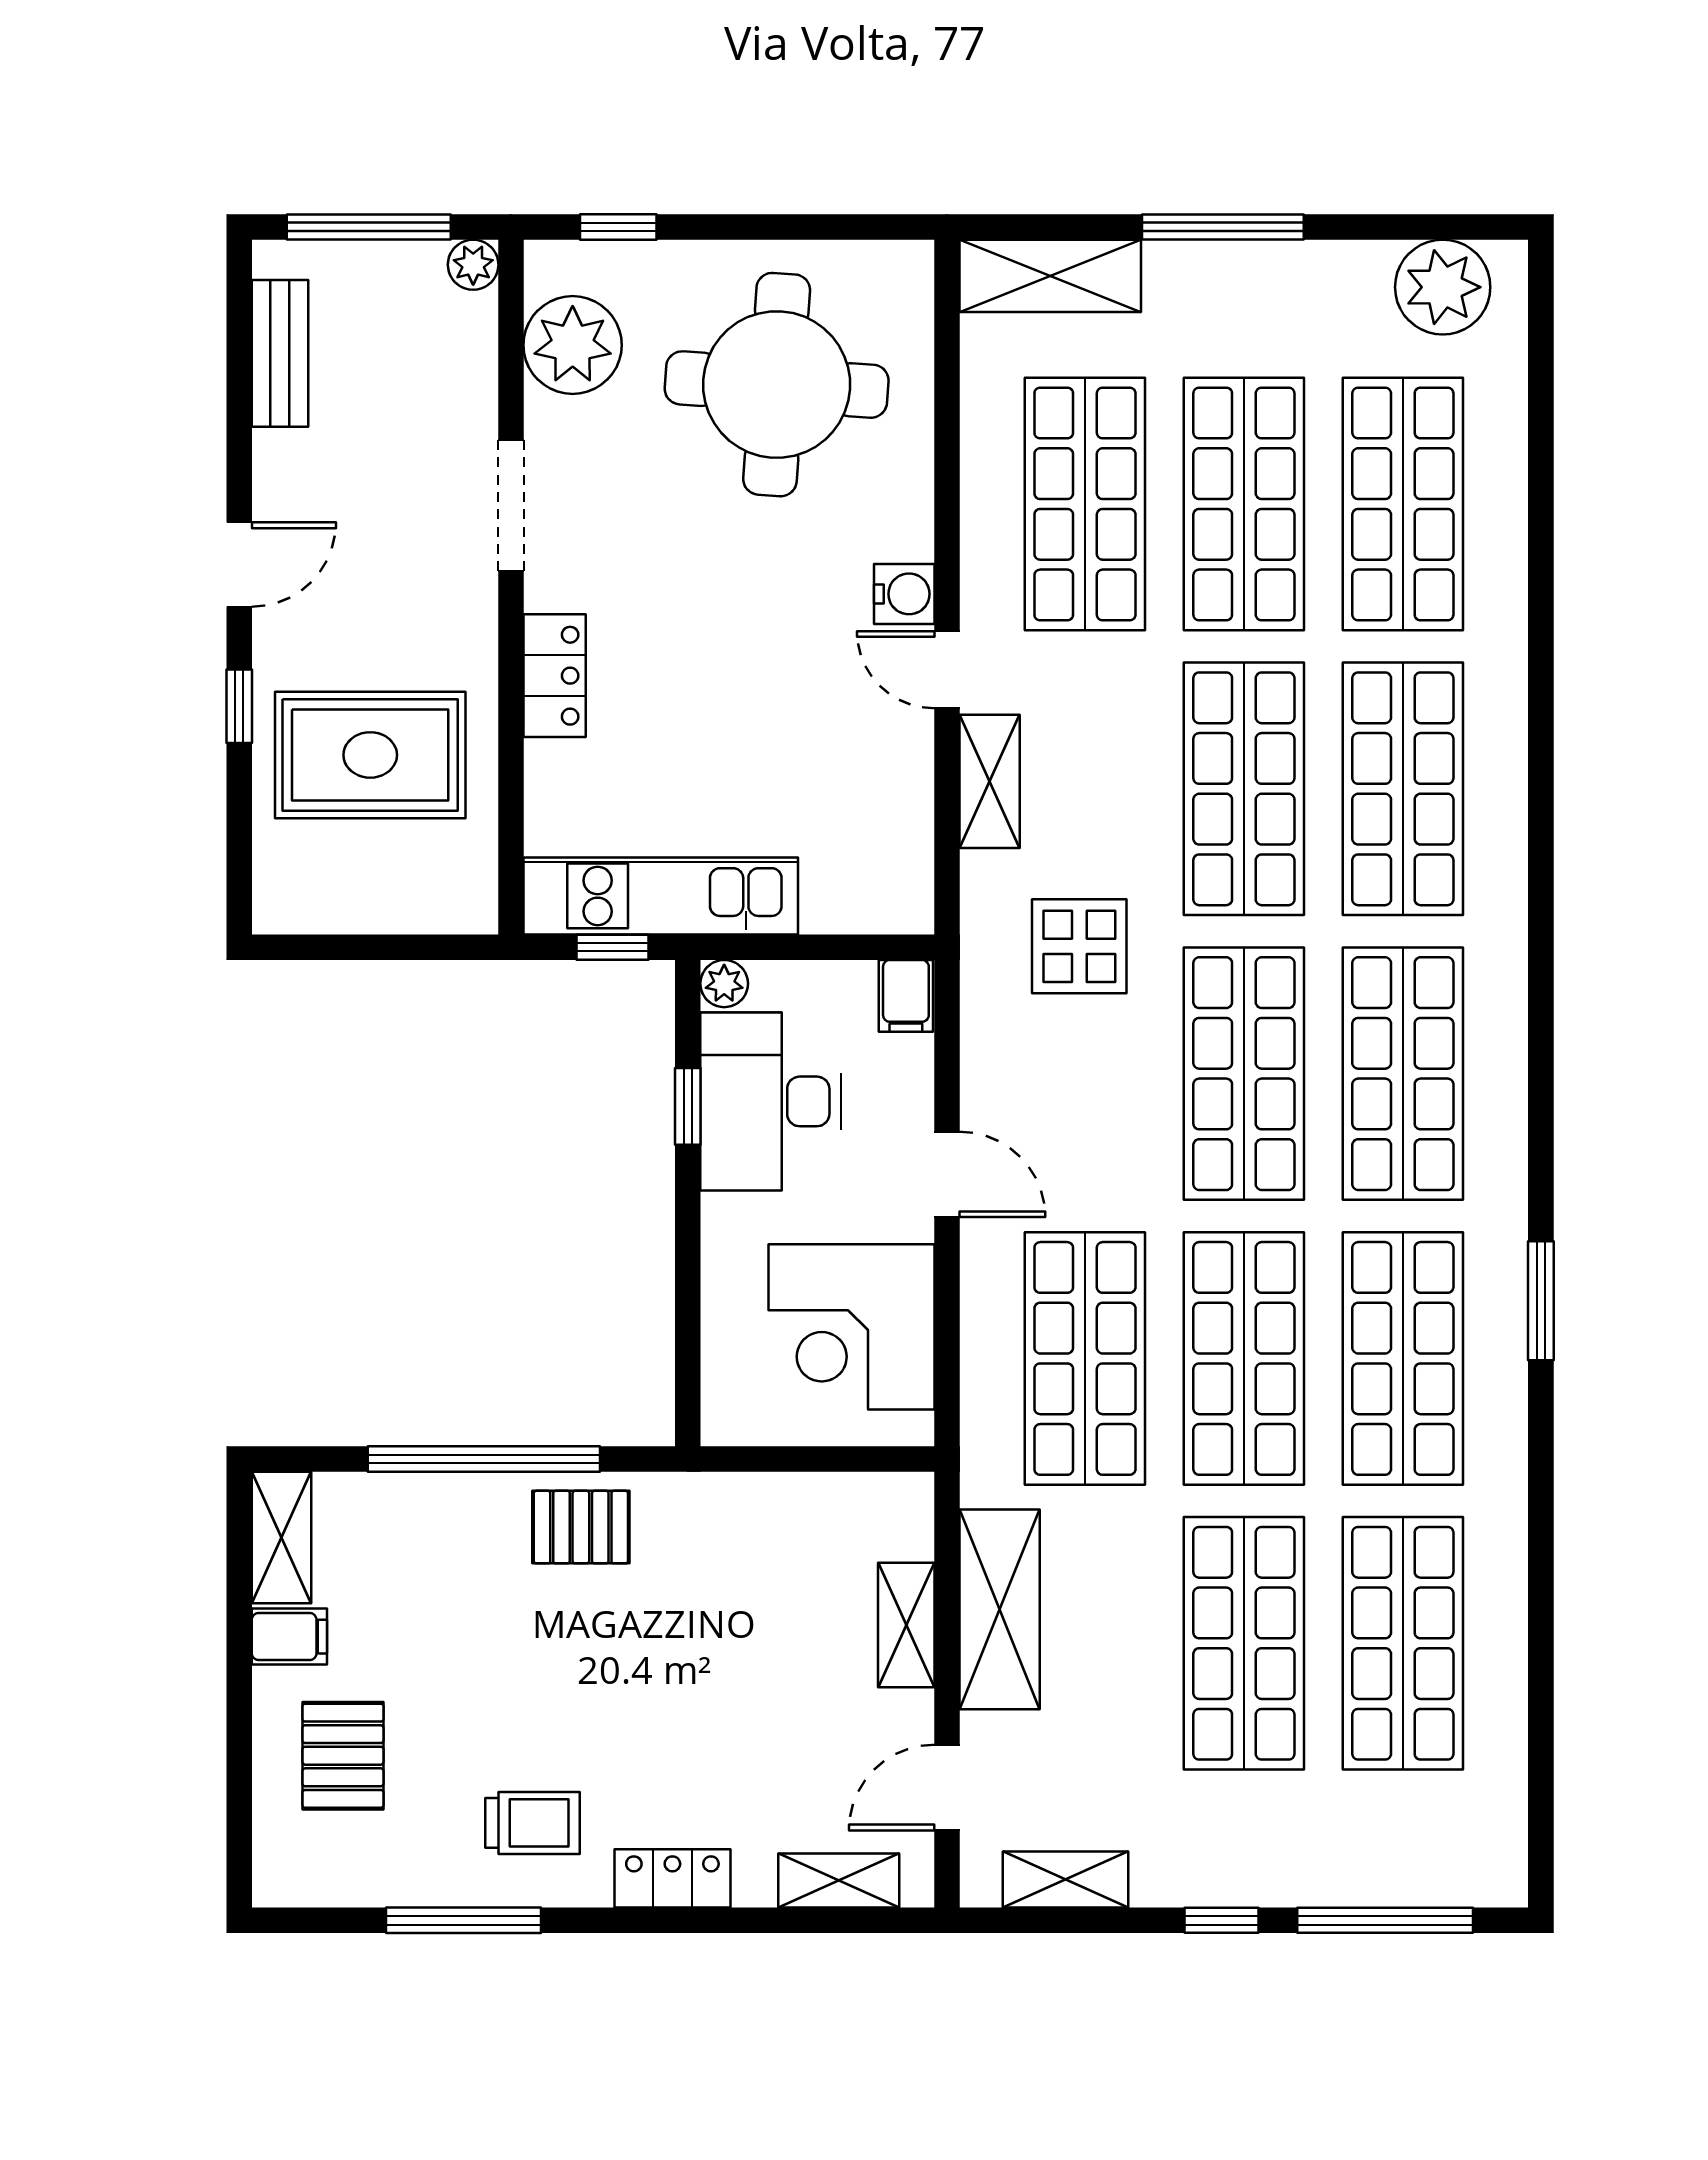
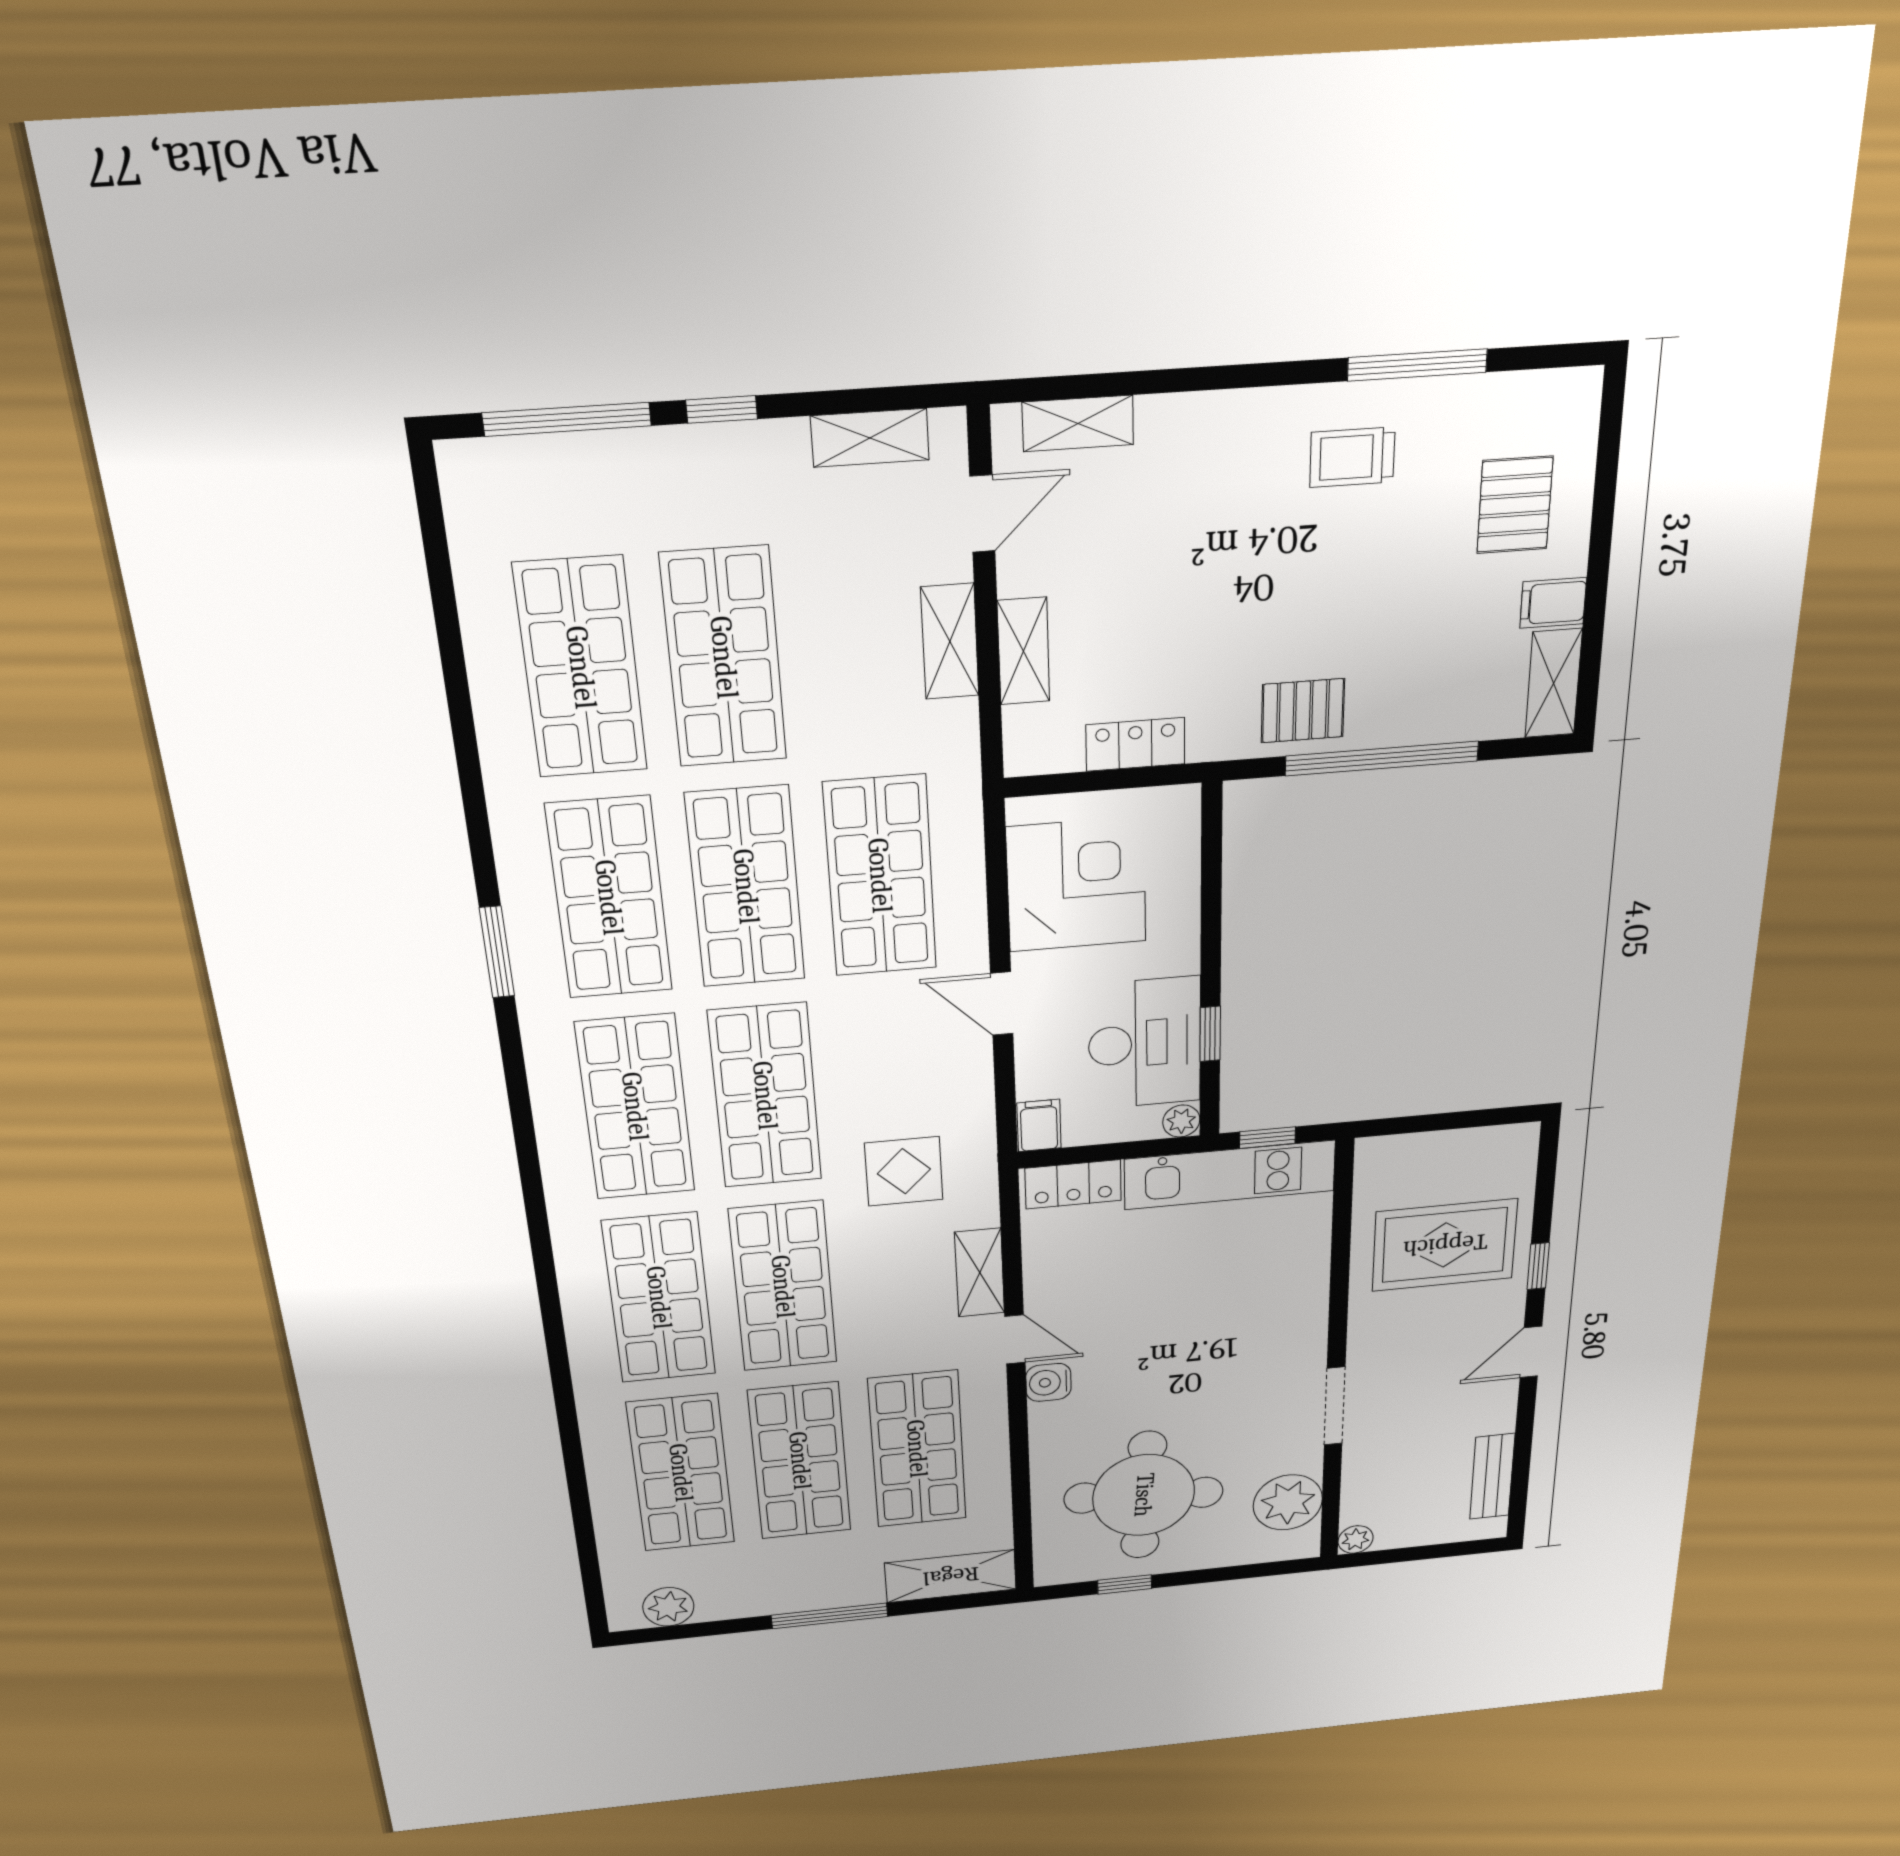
window: (369, 227) -> (1426, 1552), removed
window: (618, 227) -> (1125, 1584), moved
plant: (1443, 287) -> (668, 1607), width x0.73, depth x0.73
locker: (555, 676) -> (1073, 1184), moved, turned -90
shelving: (1000, 1609) -> (950, 642), width x0.67, depth x0.75
locker: (672, 1878) -> (1135, 744), moved, turned 180

